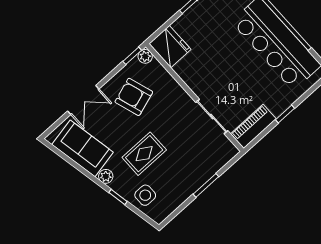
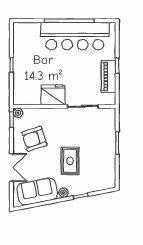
fridge: (170, 47) -> (53, 95), moved
piano: (253, 126) -> (108, 77), moved
side table: (145, 195) -> (93, 180), removed

